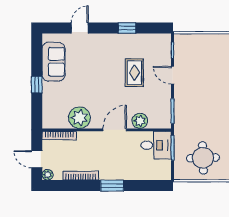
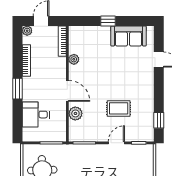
window: (127, 28) -> (159, 120), moved
plant: (79, 118) -> (74, 59), width x0.53, depth x0.53
desk: (156, 145) -> (36, 115), moved, turned 90

